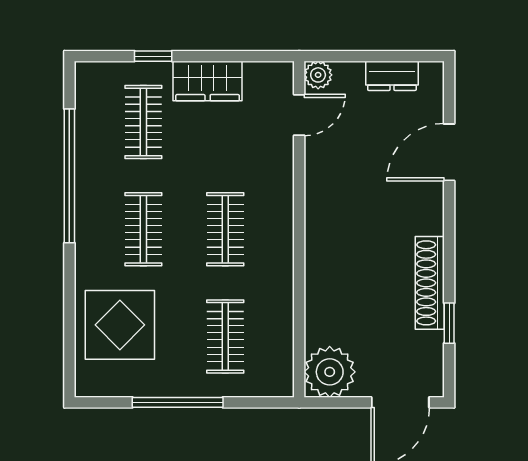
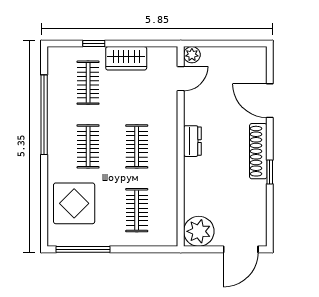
dresser: (392, 76) -> (192, 141), moved, turned -90
door: (449, 152) -> (270, 101), hinge flipped
shoe rack: (430, 283) -> (258, 151), moved
window: (449, 323) -> (270, 172), moved
window: (178, 402) -> (83, 249), moved

